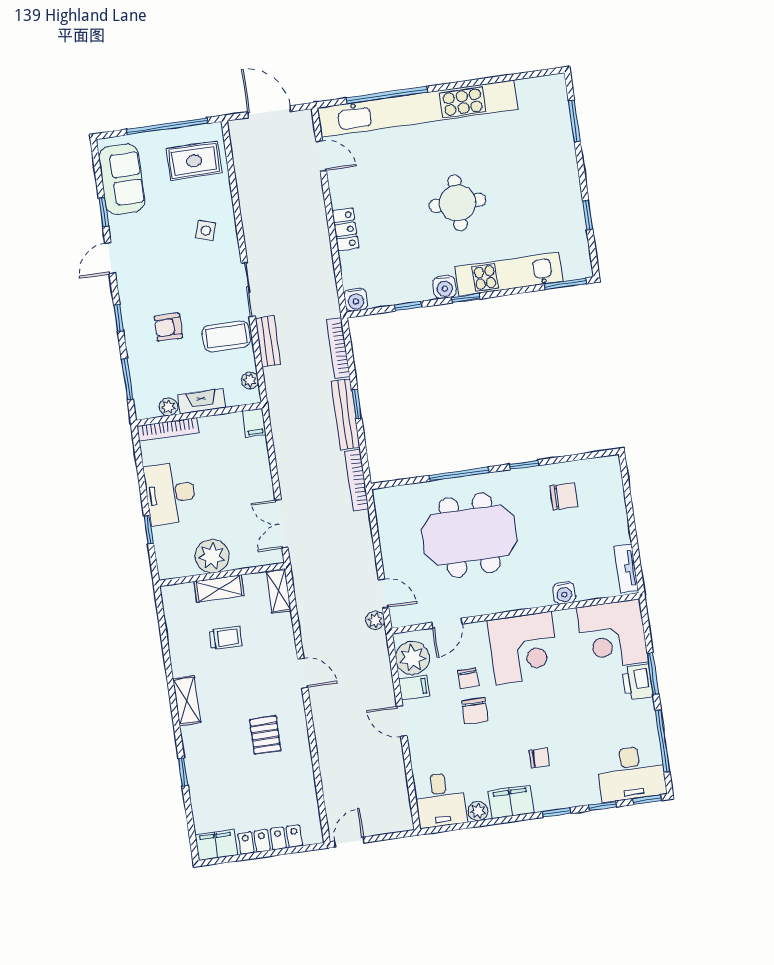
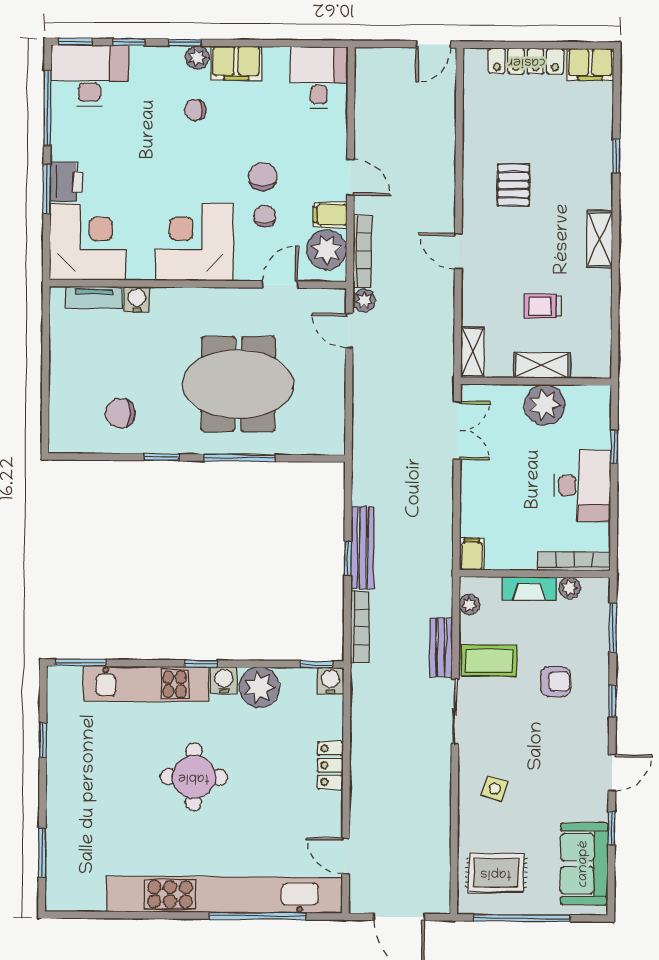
plant: (414, 286) -> (259, 687), added
window: (408, 306) -> (316, 664), moved
bookcase: (357, 480) -> (362, 251), moved
tv unit: (626, 568) -> (94, 297), moved, turned 90
plant: (478, 811) -> (197, 58), moved

